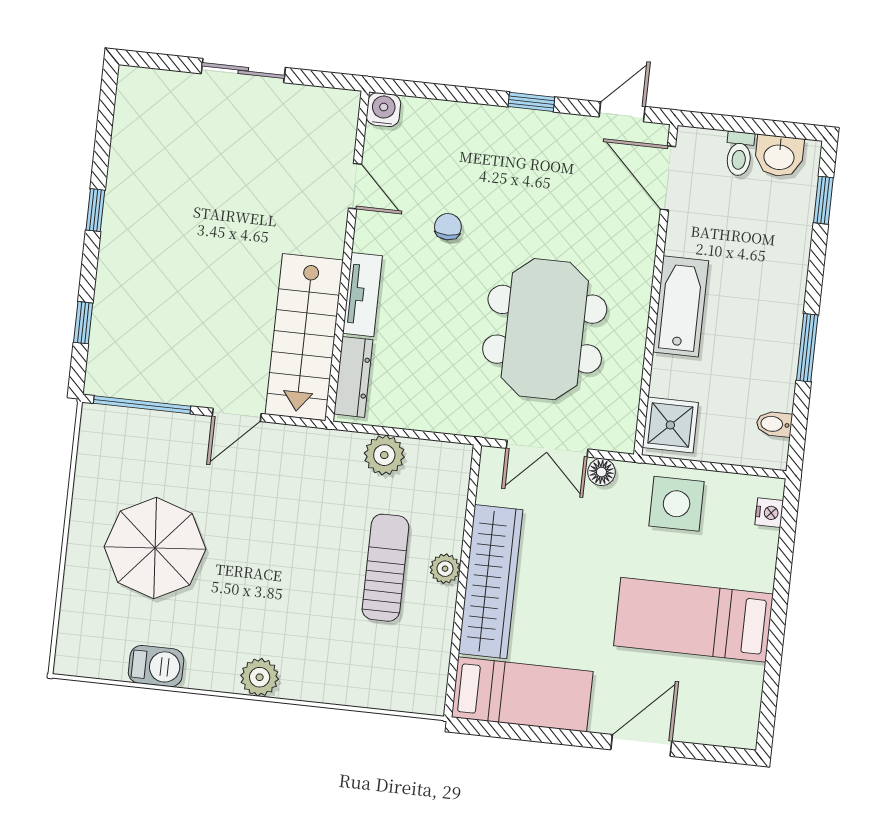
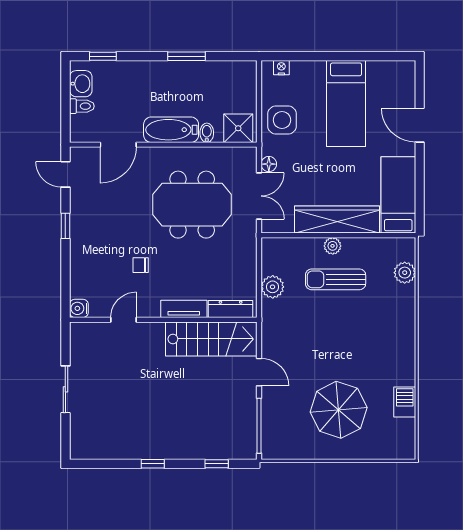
door: (668, 178) -> (118, 145), moved
bidet: (774, 424) -> (207, 133), moved, turned 180
plant: (260, 677) -> (405, 273), moved

